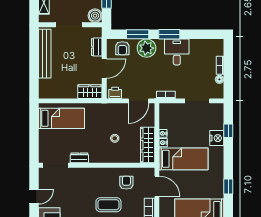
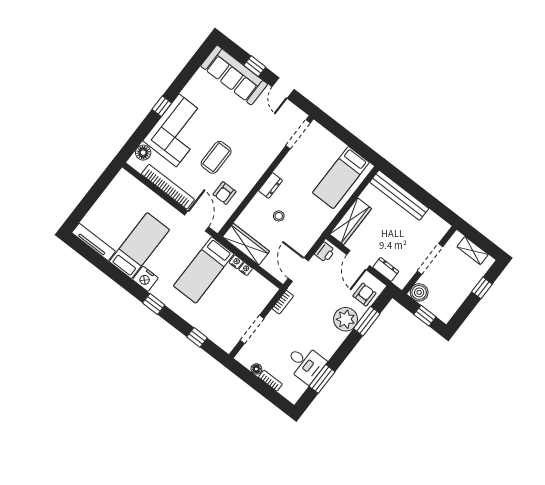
window: (169, 34) -> (322, 379), moved
armchair: (122, 48) -> (364, 295), turned 90
desk: (177, 52) -> (305, 363), moved
bench: (45, 54) -> (399, 195), moved
wardrobe: (90, 92) -> (350, 221), width x1.50
nightstand: (217, 138) -> (145, 279), moved
dresser: (79, 158) -> (271, 185), moved
armchair: (126, 183) -> (224, 193), turned 90
door: (157, 186) -> (197, 221), swing flipped
window: (228, 187) -> (154, 304), moved

